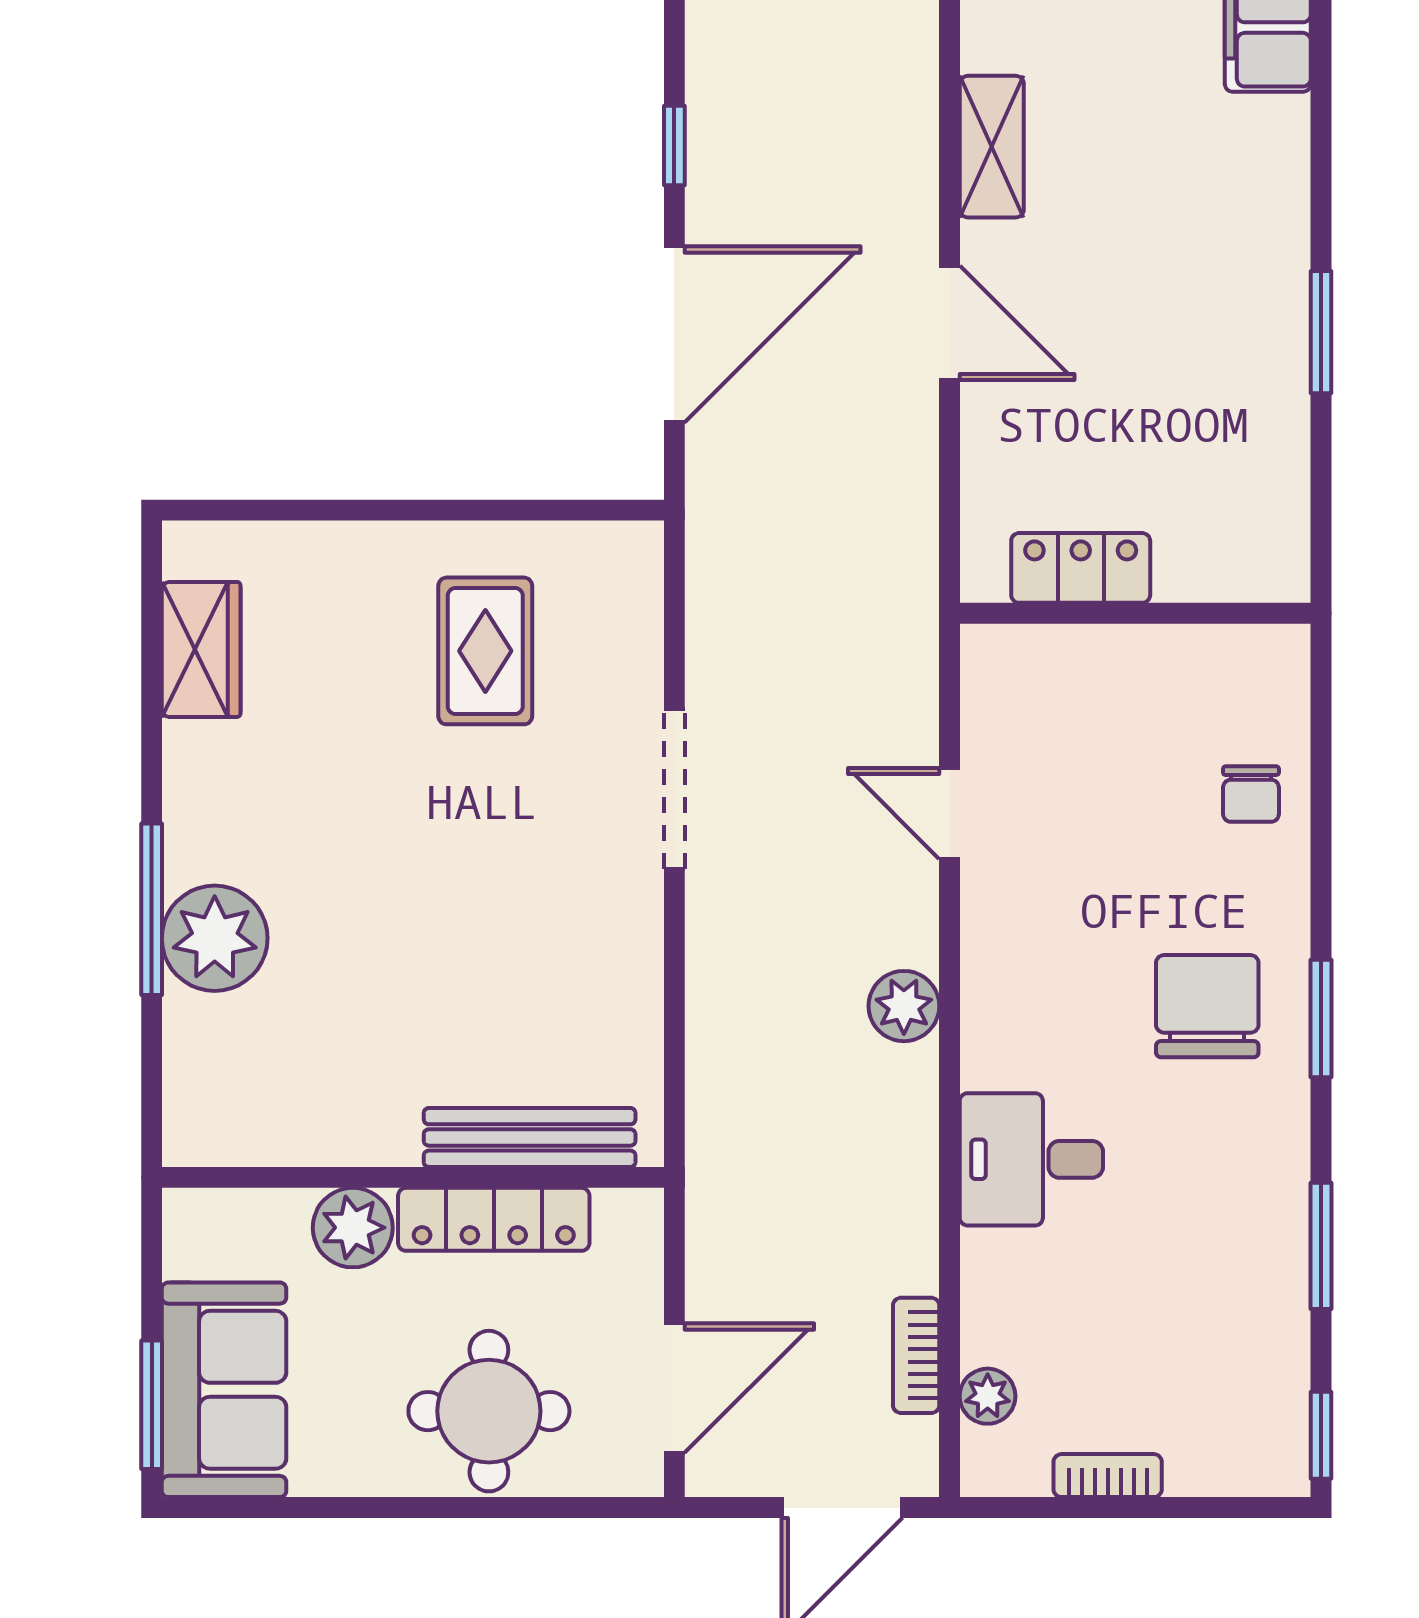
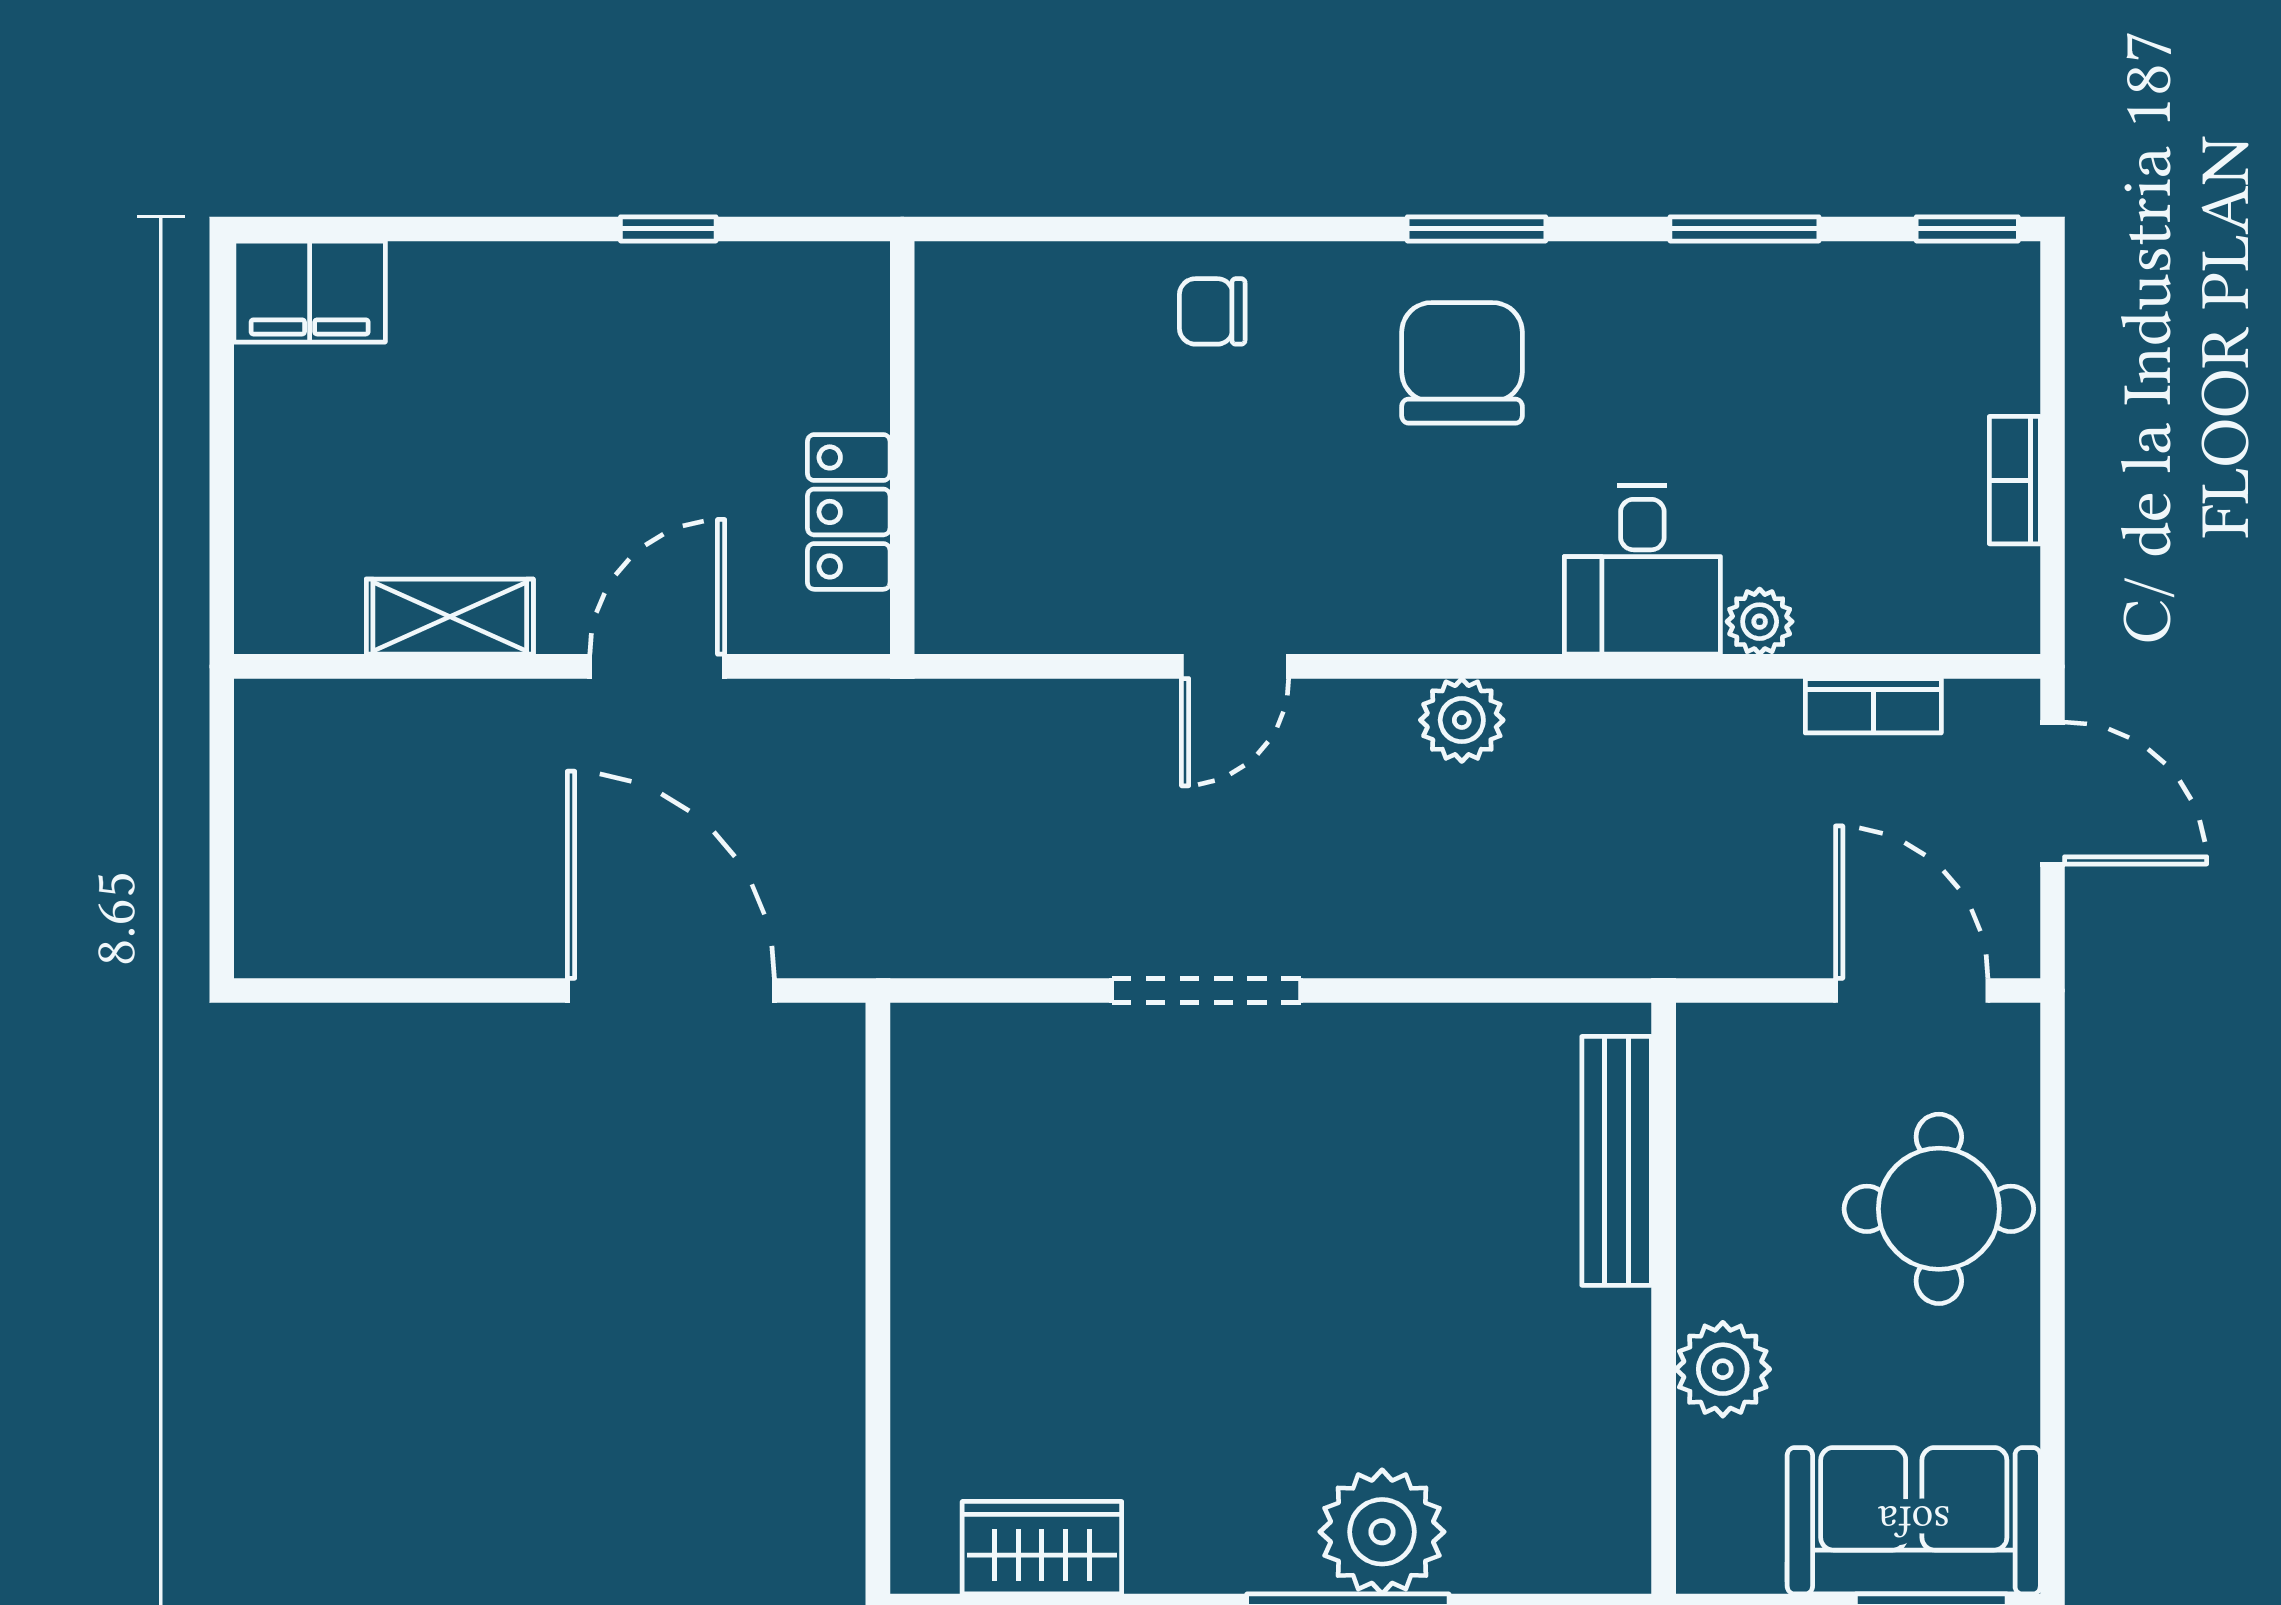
window: (674, 145) -> (448, 990), removed
window: (1321, 332) -> (668, 229), width x0.67
locker: (1081, 568) -> (849, 512), moved
wall: (1135, 613) -> (902, 448), moved
rug: (485, 651) -> (1044, 1213), removed
chair: (1251, 794) -> (1212, 311), turned 180
chair: (1207, 1006) -> (1462, 363), turned 90
locker: (494, 1219) -> (1713, 1203), removed
plant: (988, 1396) -> (1760, 622), moved

